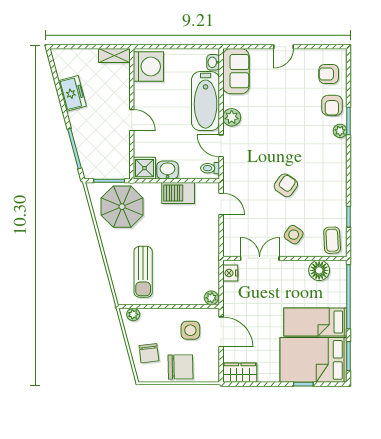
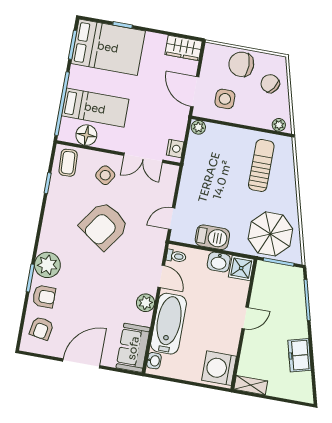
door: (284, 47) -> (81, 363), width x1.87
armchair: (329, 74) -> (42, 328), turned 100
armchair: (332, 105) -> (44, 297), turned 90
door: (132, 120) -> (245, 318), swing flipped
plant: (340, 131) -> (47, 265), width x1.88, depth x1.88
armchair: (286, 185) -> (104, 226), width x1.88, depth x1.88
door: (221, 204) -> (172, 219), hinge flipped
bed: (315, 322) -> (95, 108), moved
chair: (149, 353) -> (270, 84), turned -50

